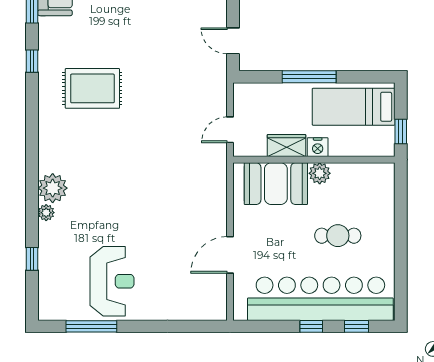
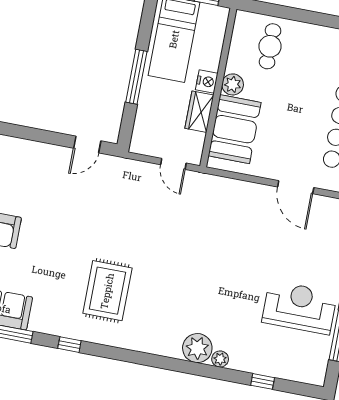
cafe table: (338, 236) -> (270, 46), moved

